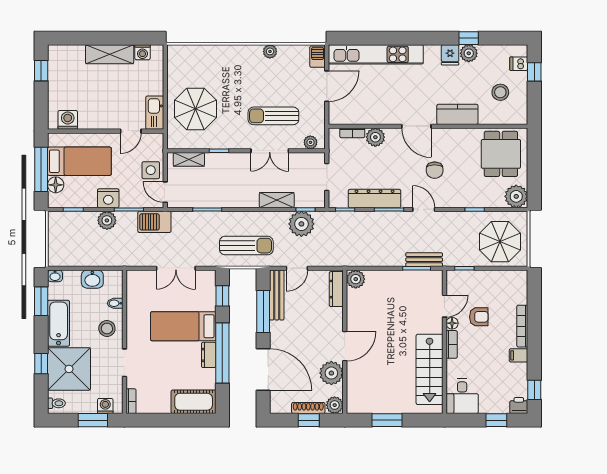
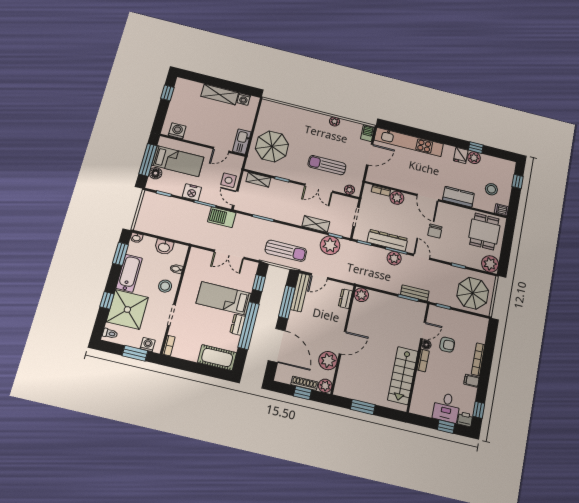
dishwasher: (519, 64) -> (501, 210), moved
plant: (107, 220) -> (394, 258), moved
dresser: (336, 289) -> (345, 299), width x0.70
desk: (462, 396) -> (446, 407), moved

